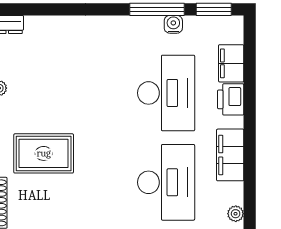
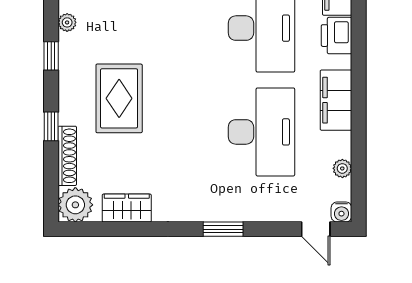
rug: (44, 153) -> (119, 98), turned 90

